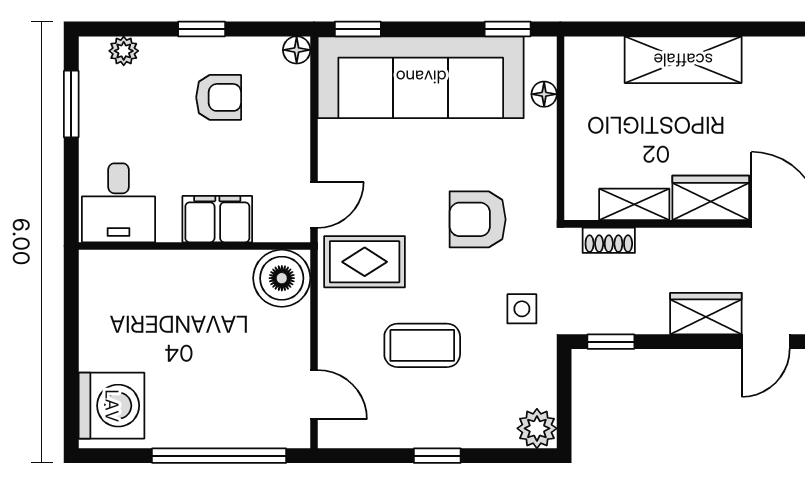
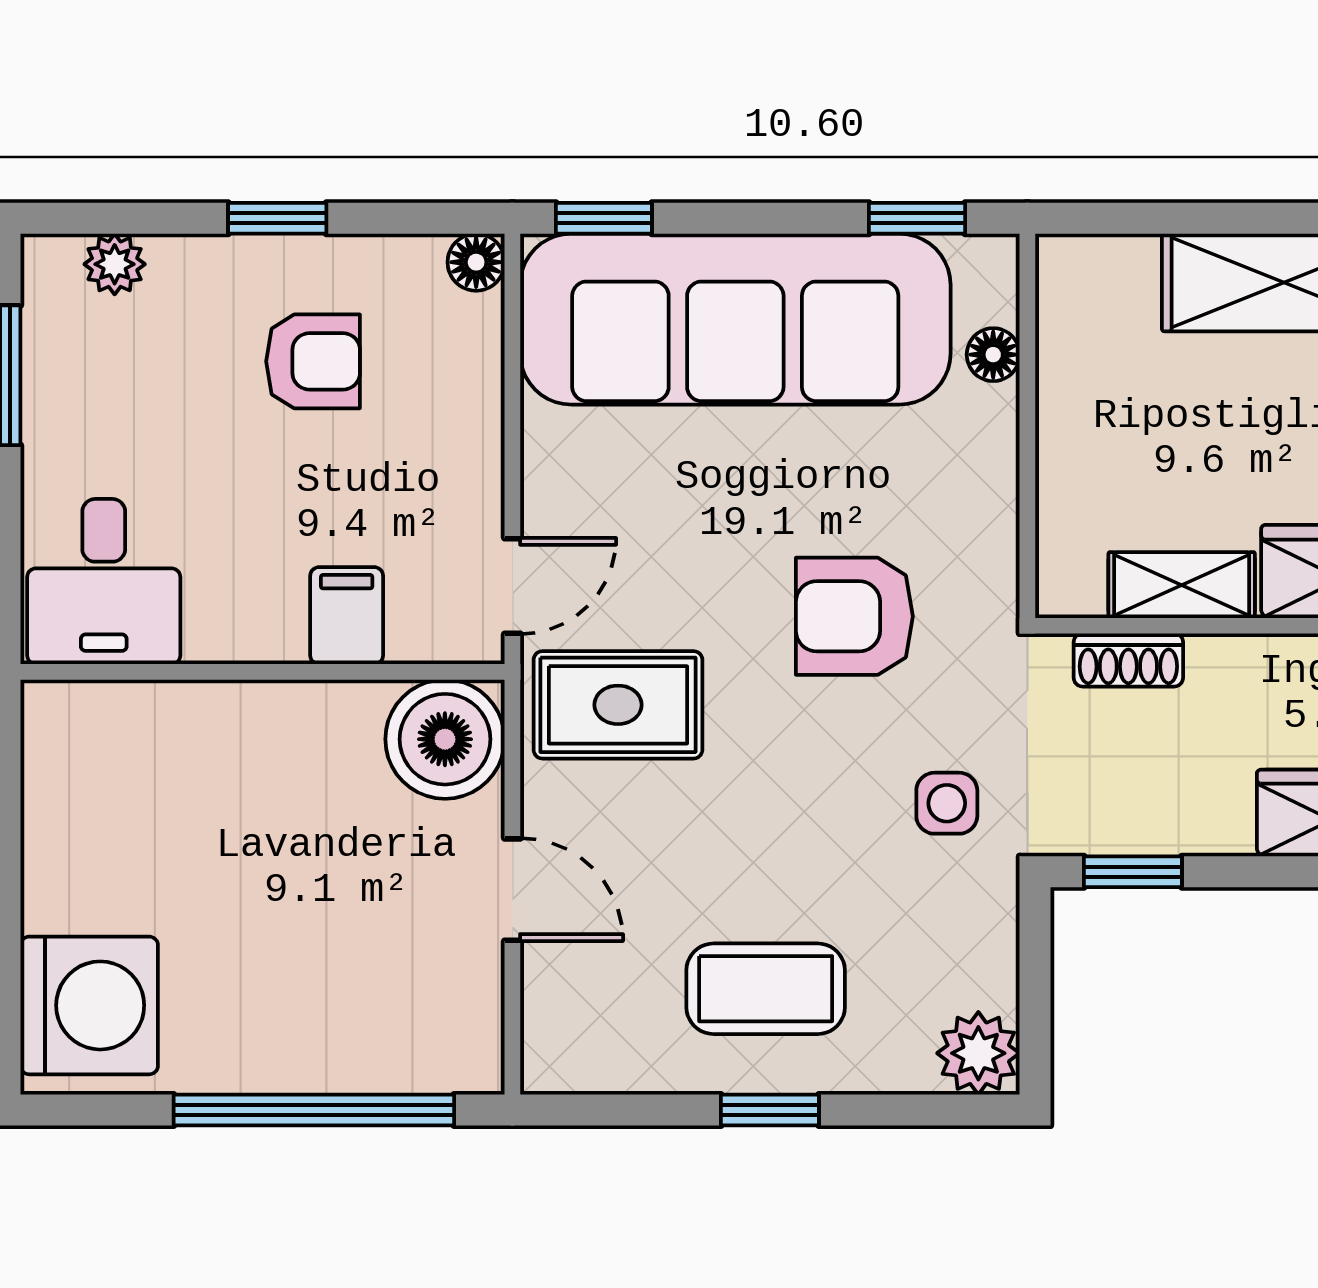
filing cabinet: (217, 219) -> (347, 616), width x0.50
coffee table: (422, 345) -> (766, 989), moved
door: (314, 395) -> (512, 890), moved

